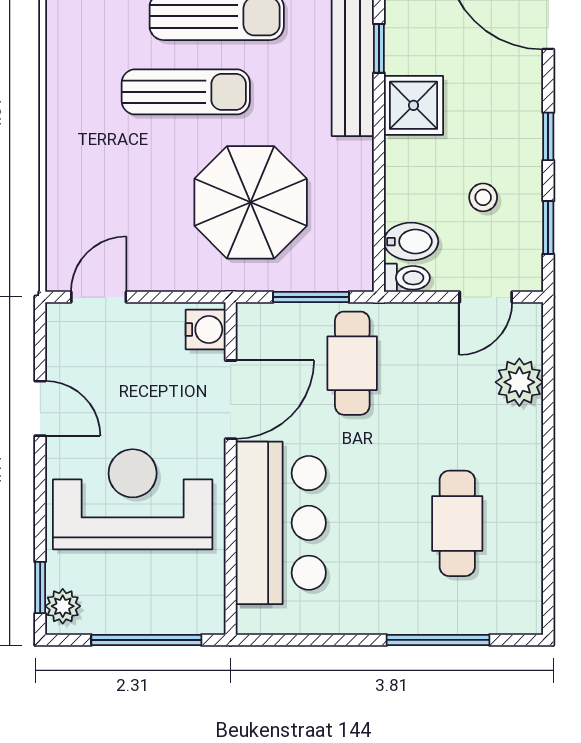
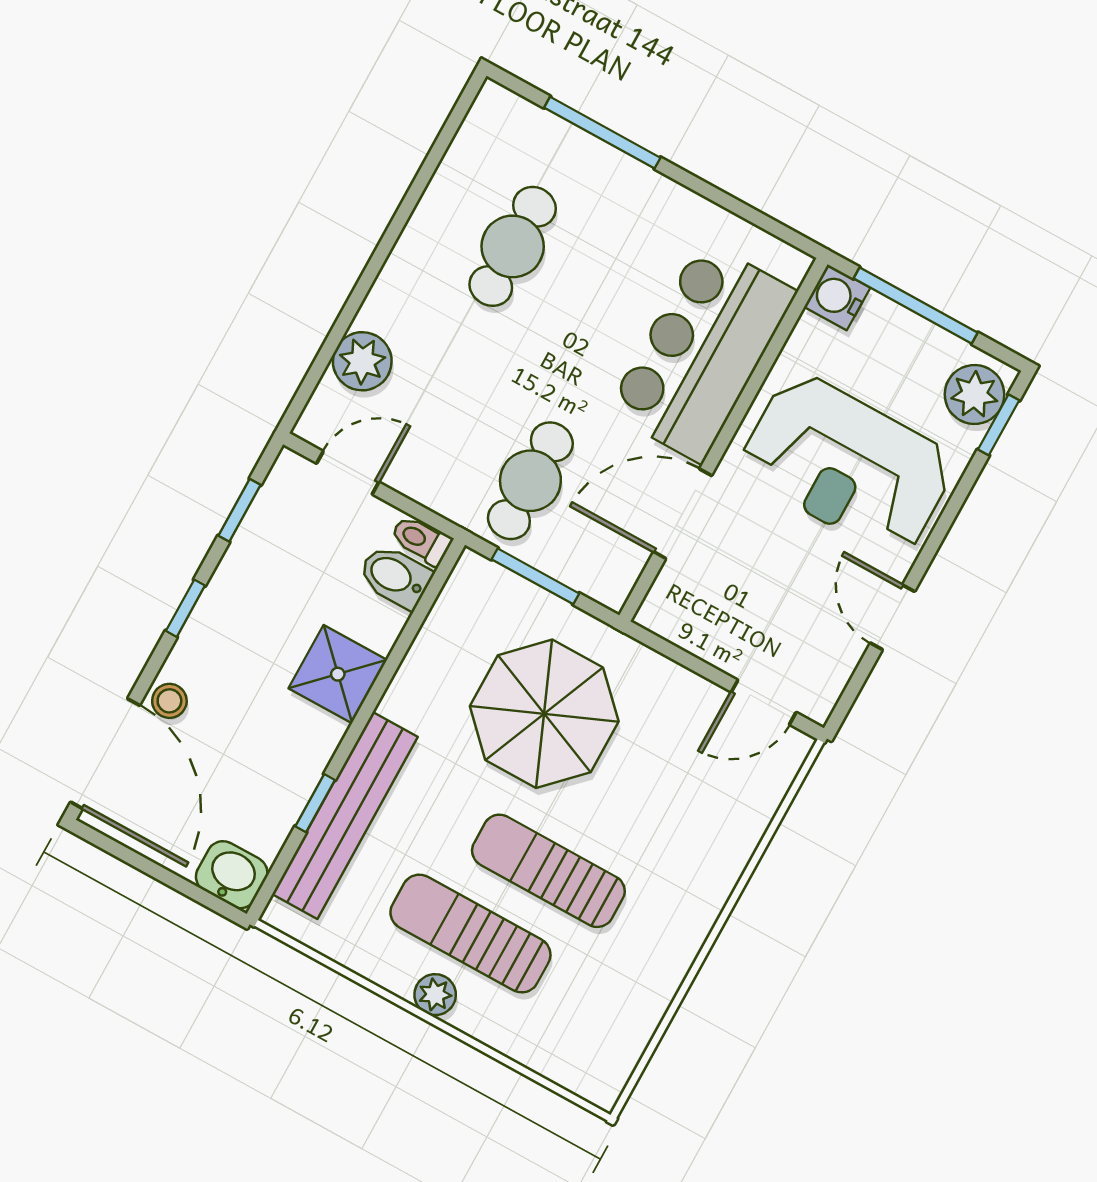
shower: (413, 105) -> (338, 674), moved
stool: (483, 197) -> (169, 701), moved
water cooler: (206, 330) -> (837, 297), moved
plant: (63, 606) -> (974, 394), width x1.38, depth x1.38

